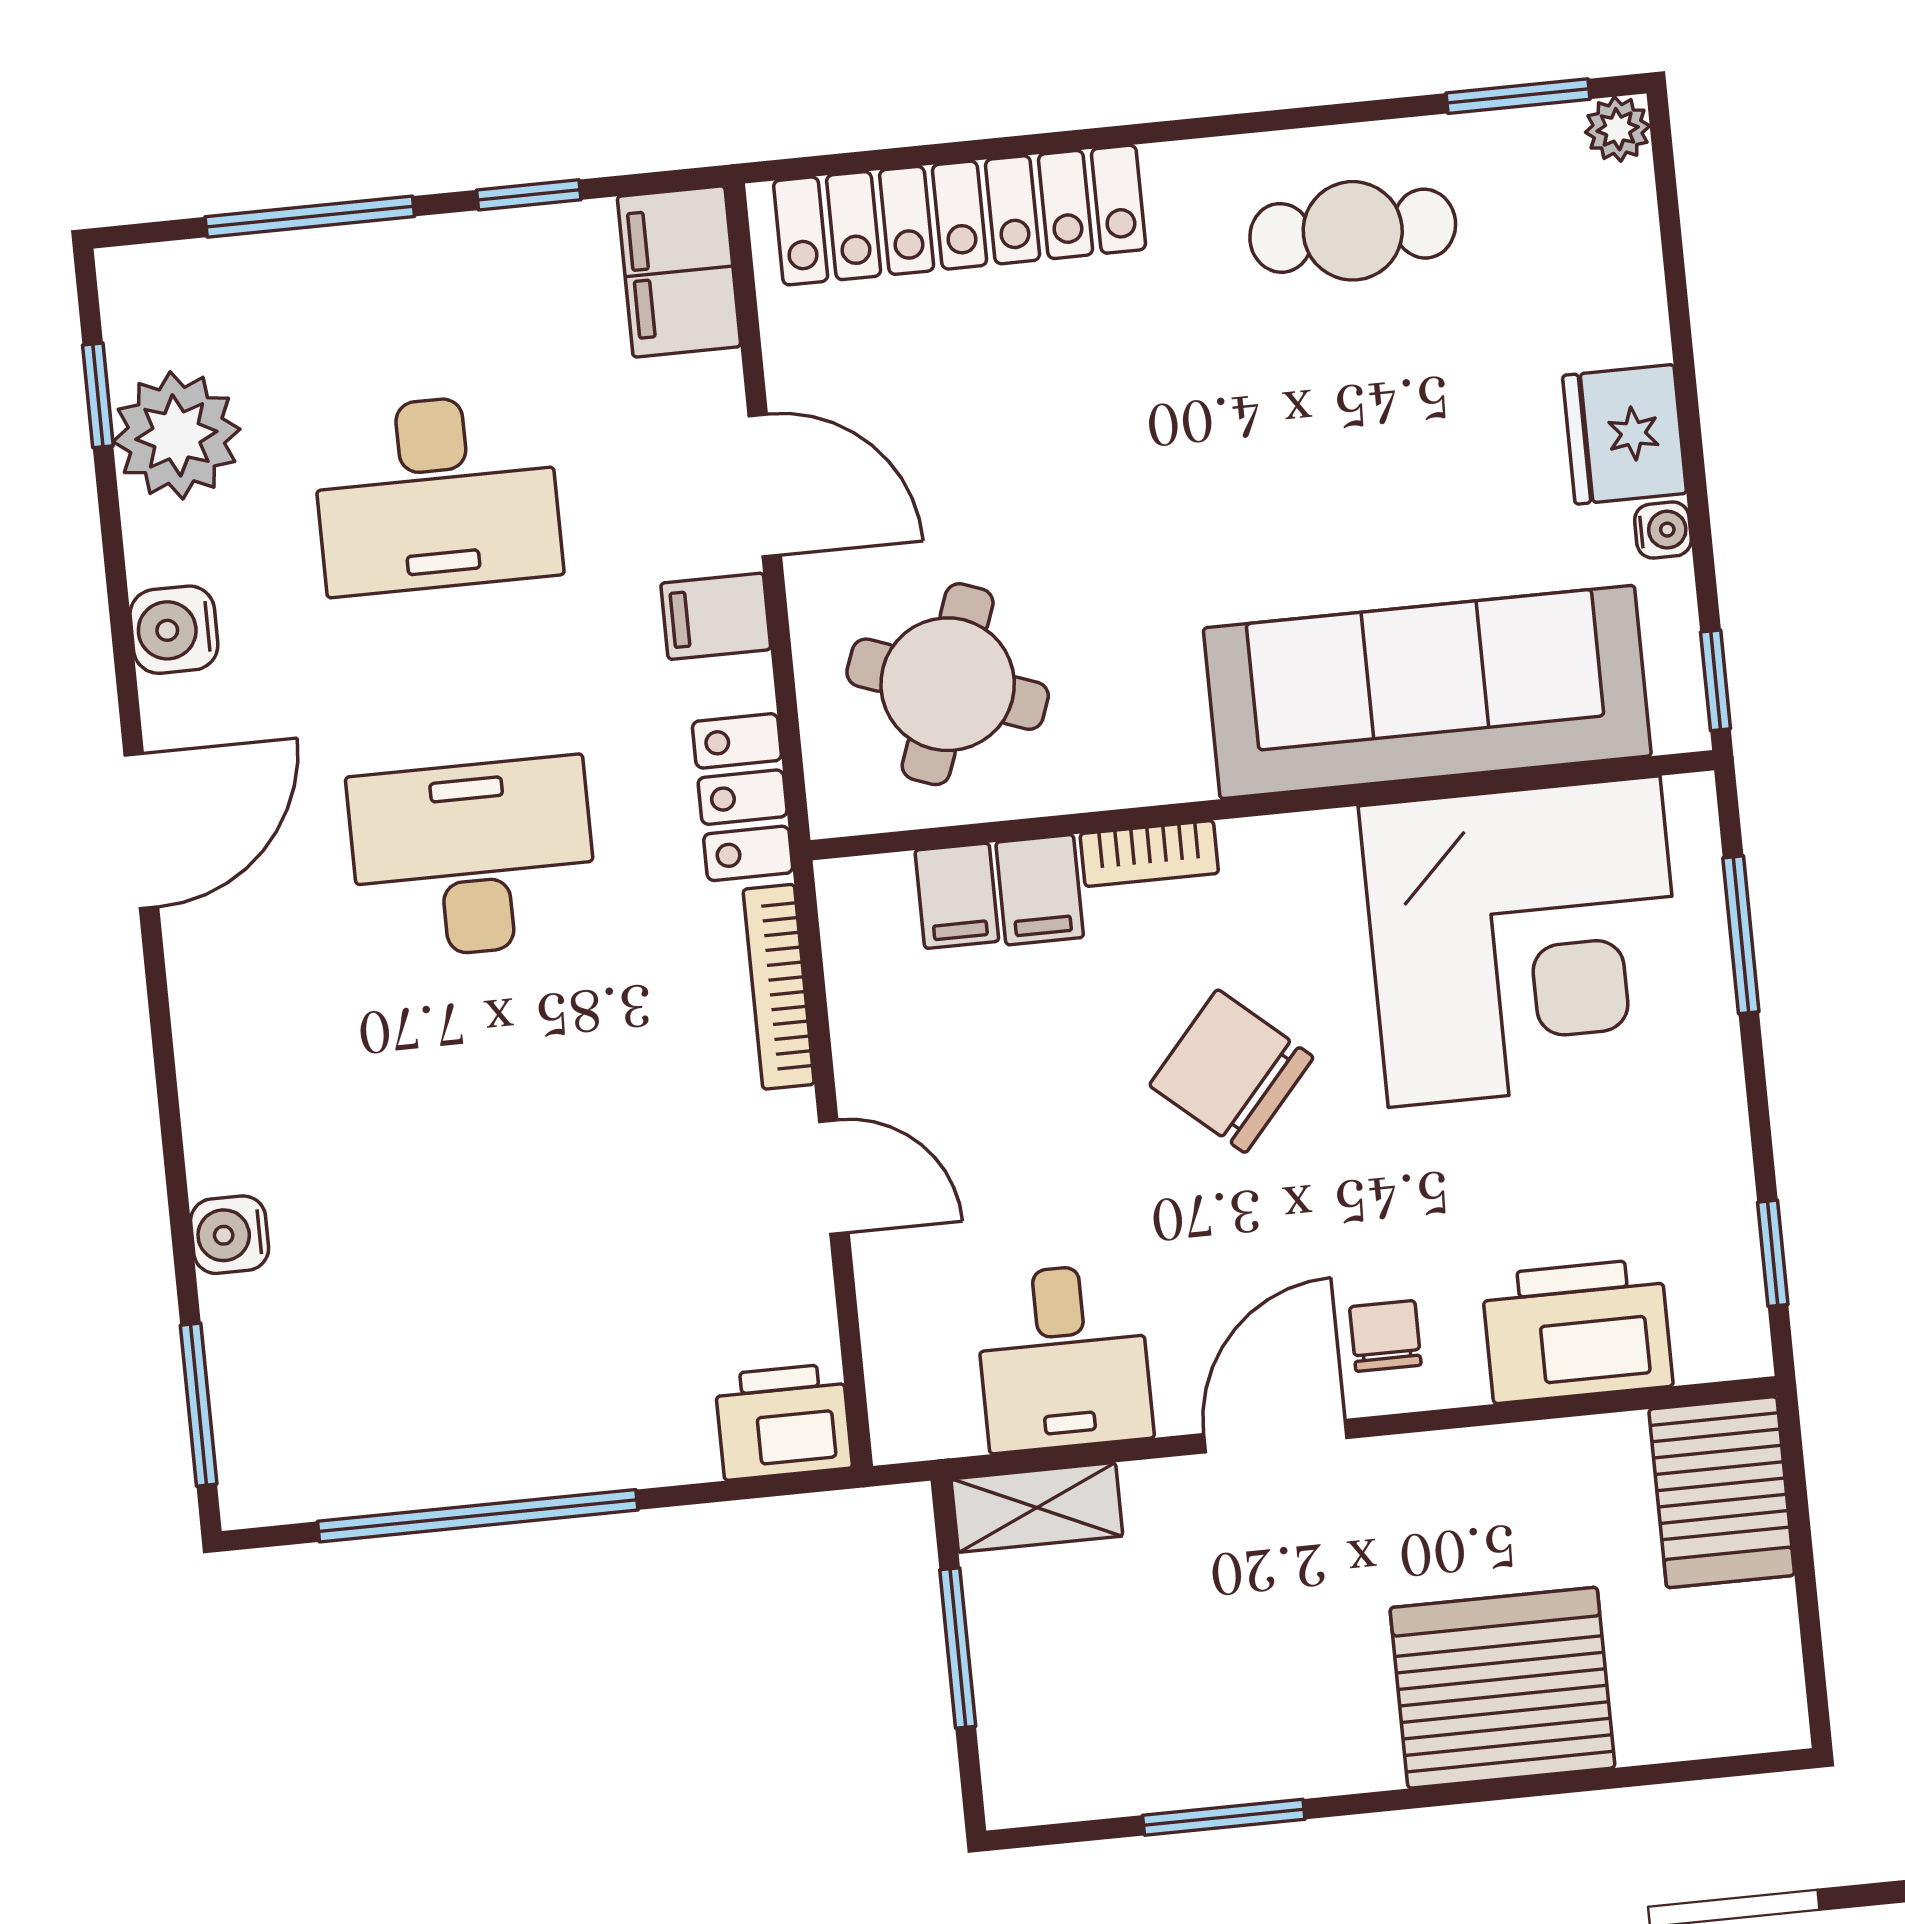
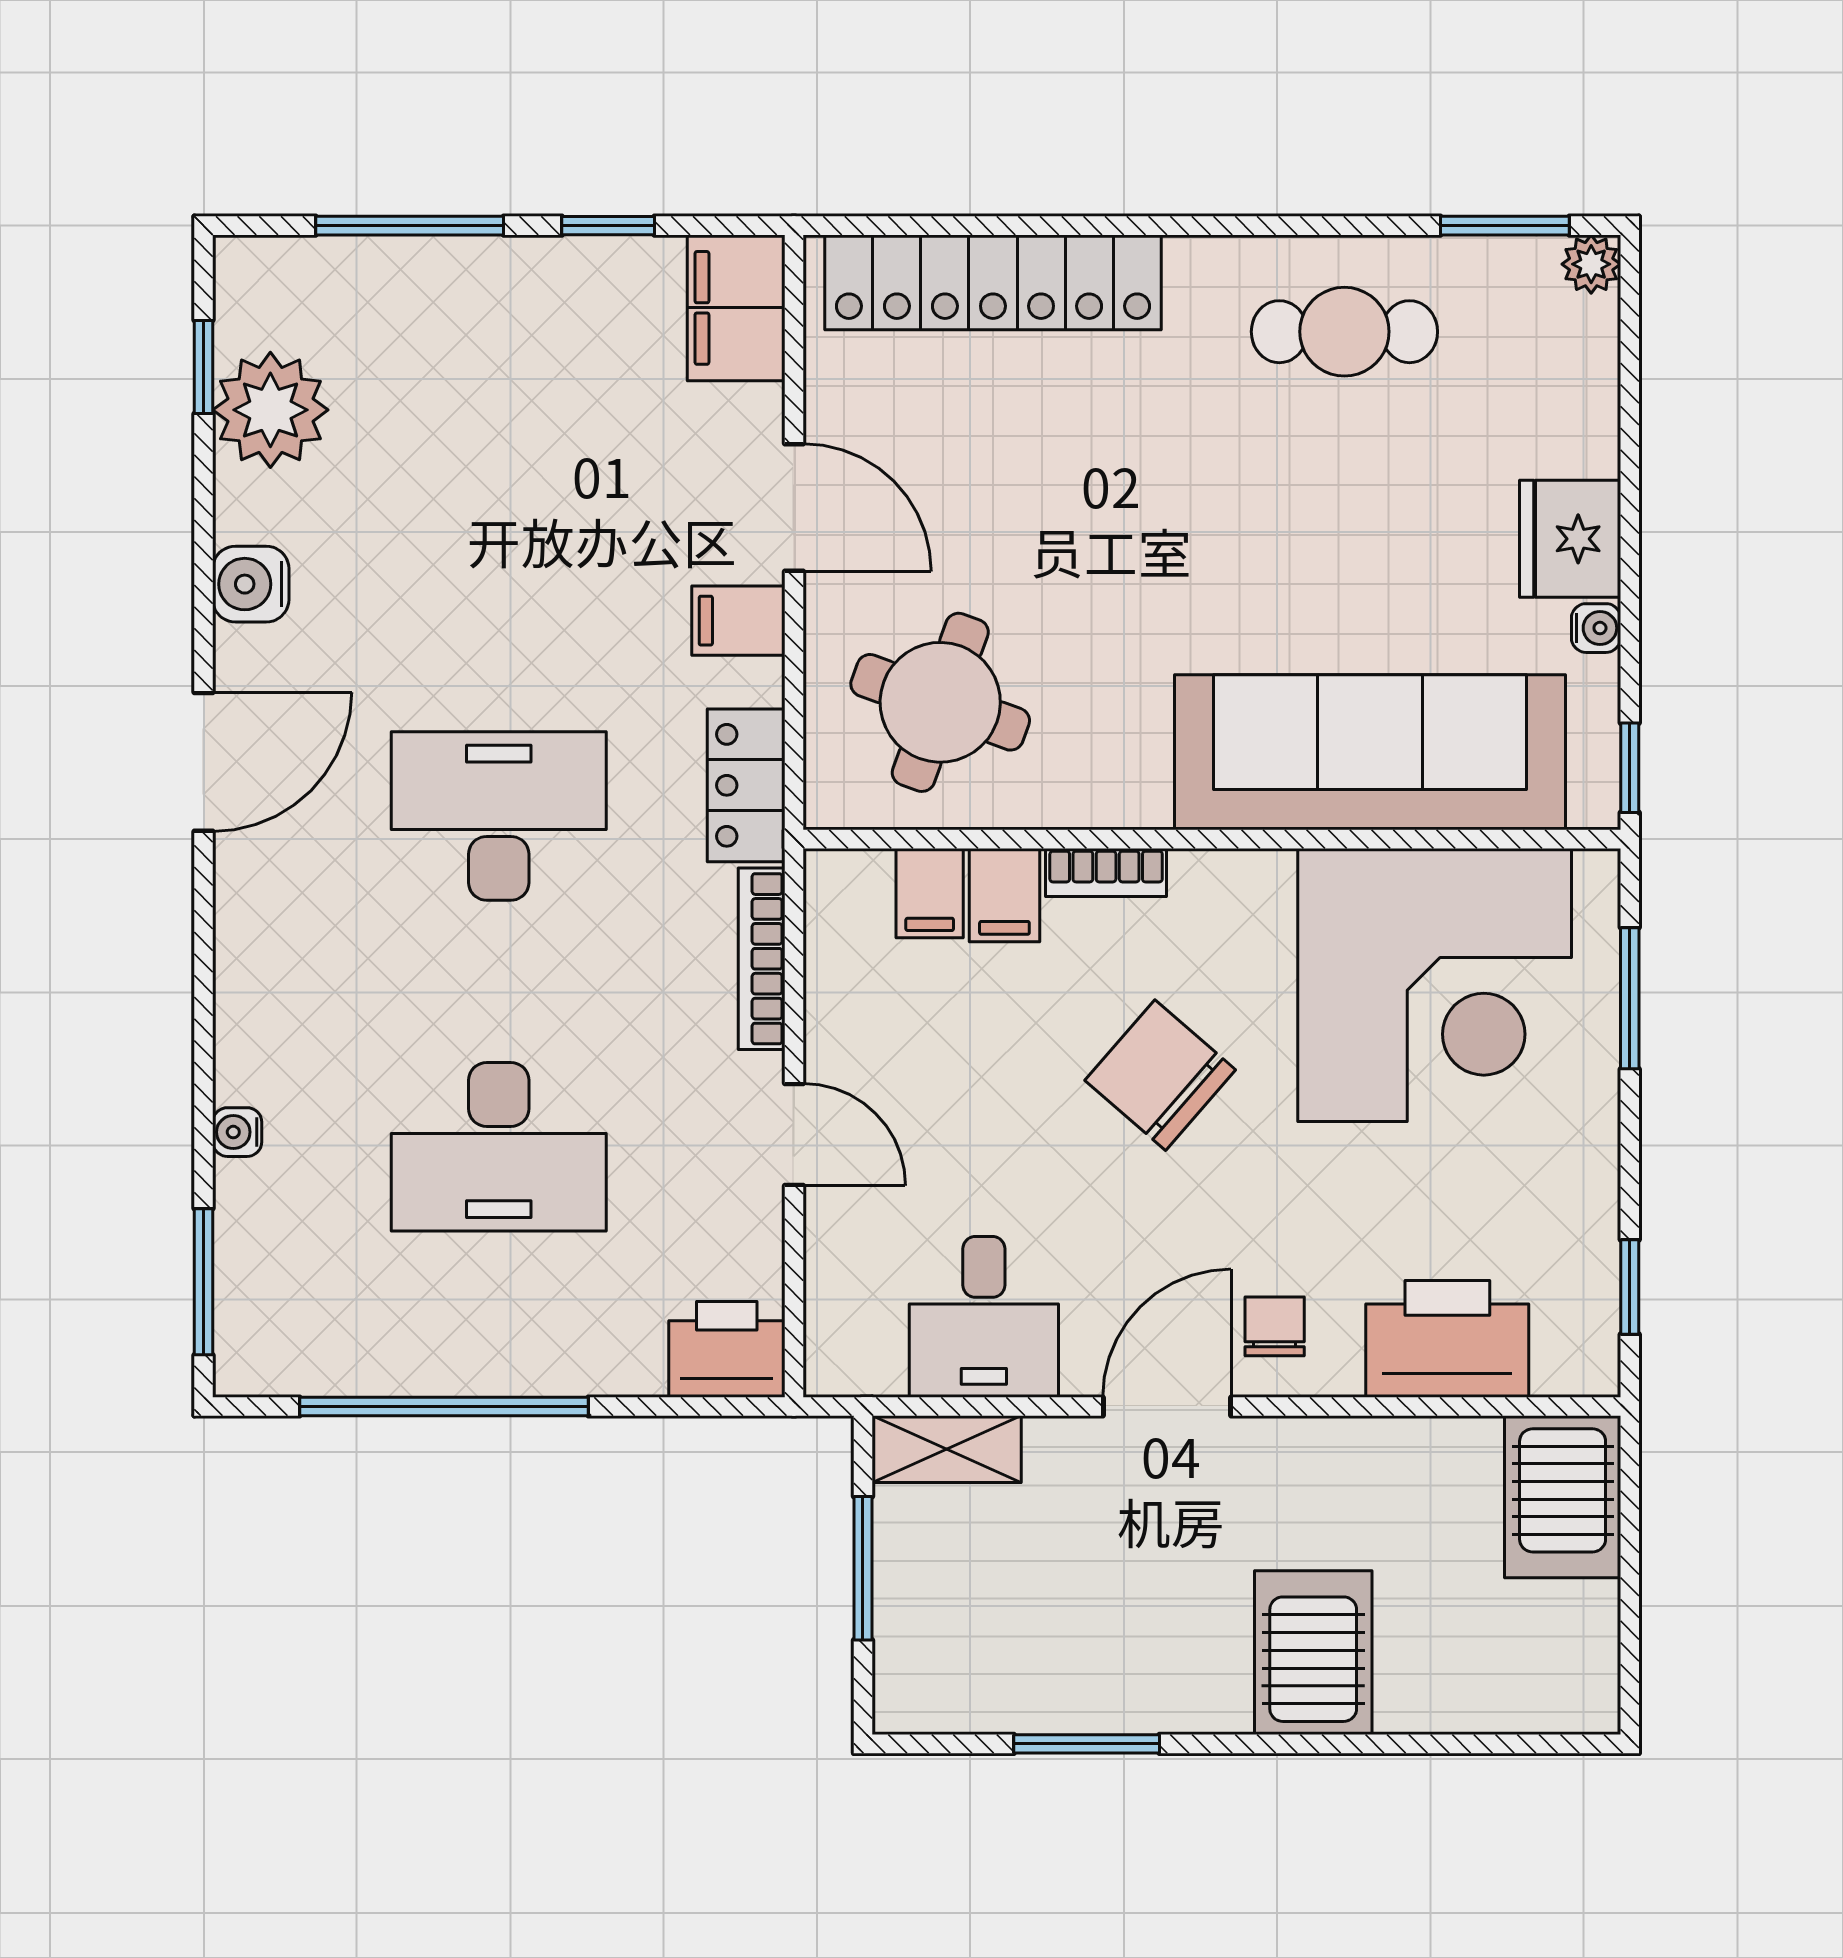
desk: (437, 493) -> (499, 1147), moved
water cooler: (230, 1235) -> (237, 1132), width x0.72, depth x0.72
server rack: (1502, 1688) -> (1313, 1653), width x0.62

